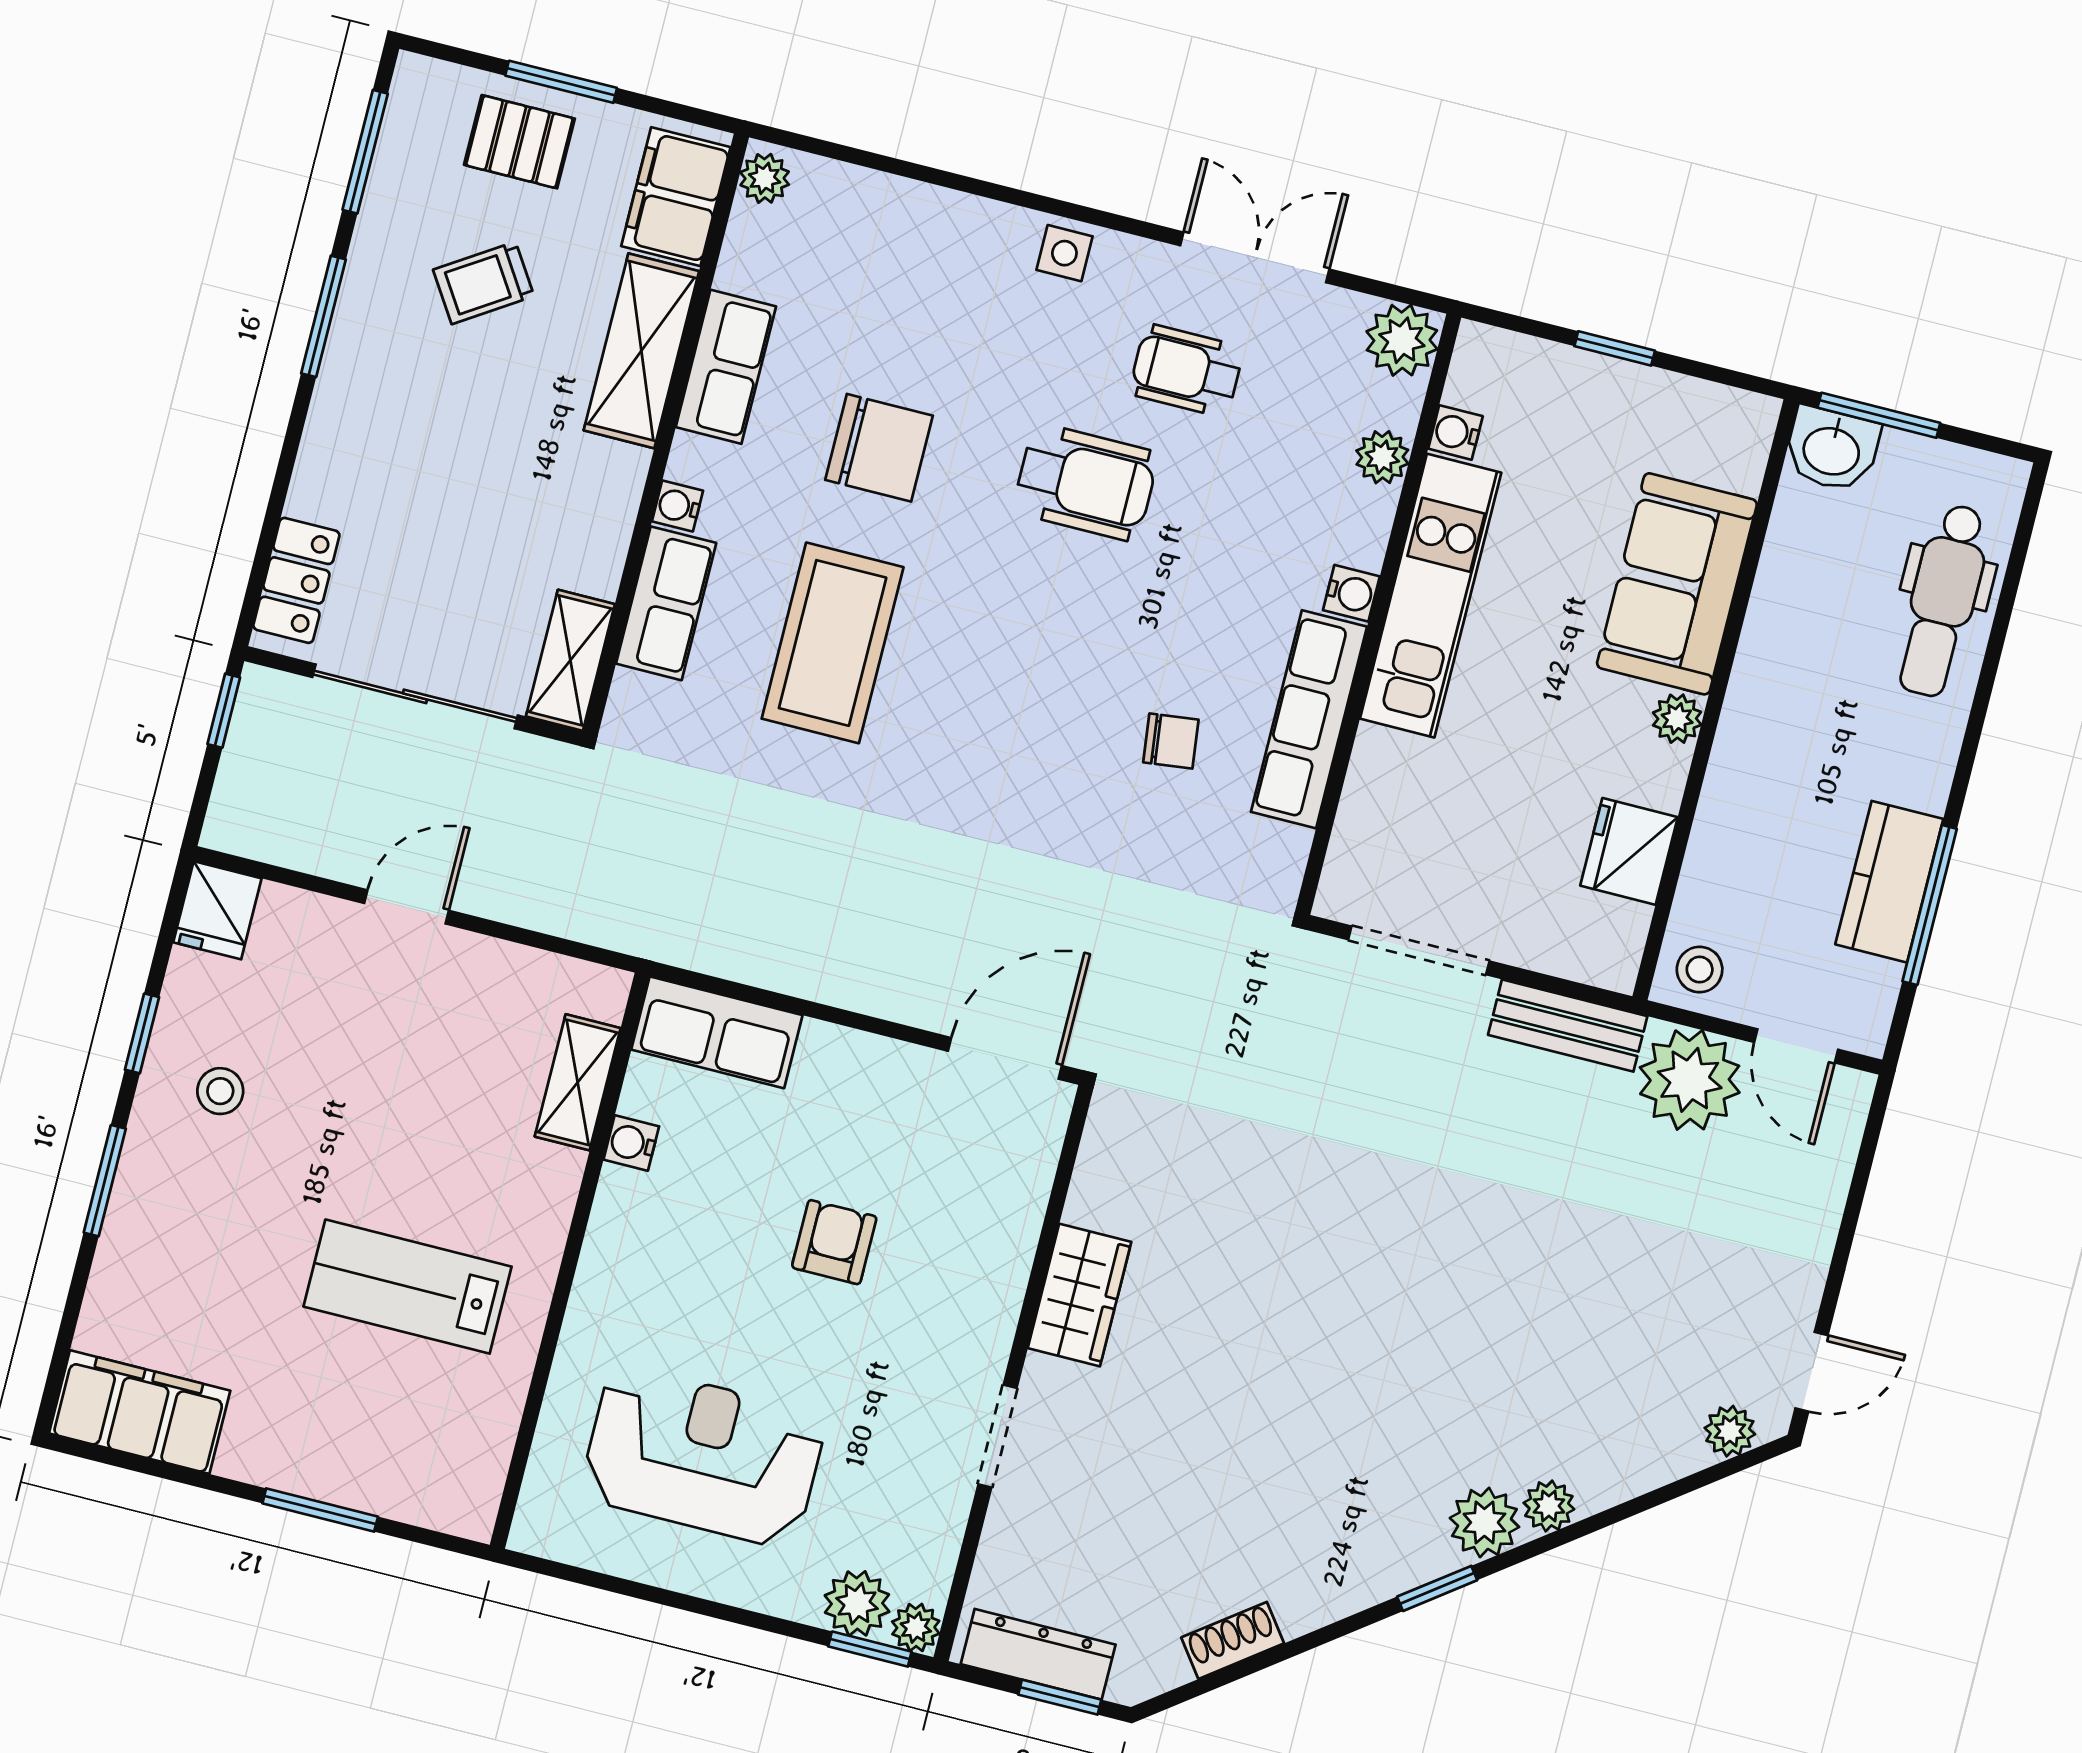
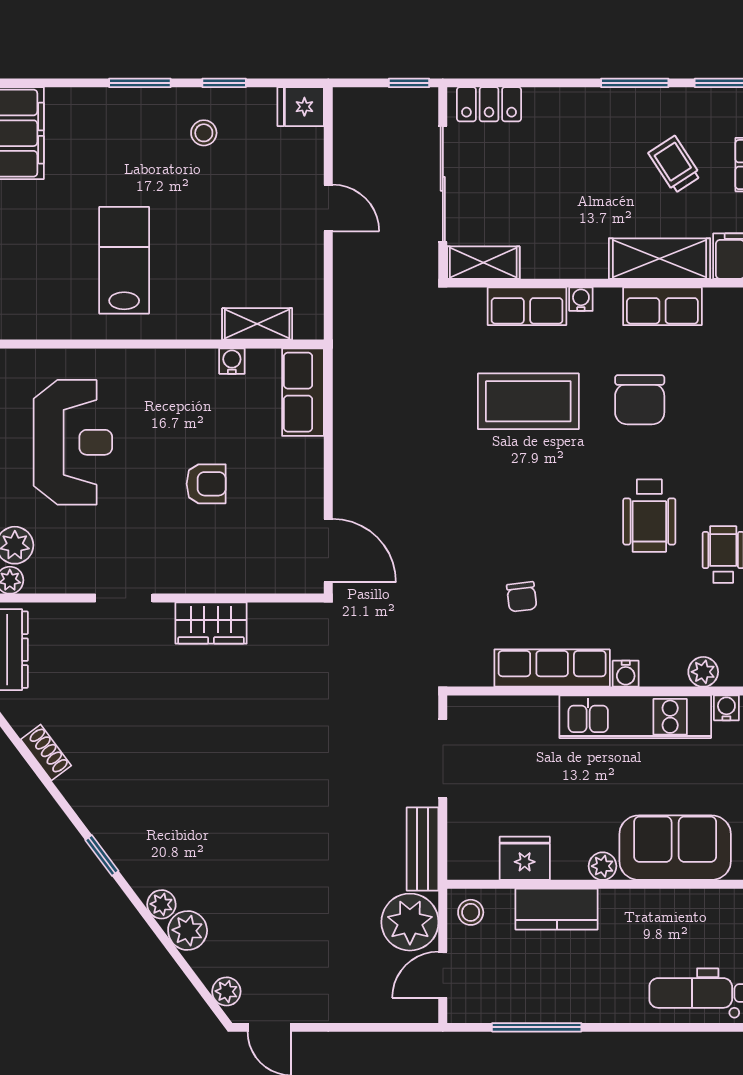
kitchen counter: (1889, 882) -> (557, 909), moved, turned 180
plant: (1484, 1522) -> (188, 930), moved

